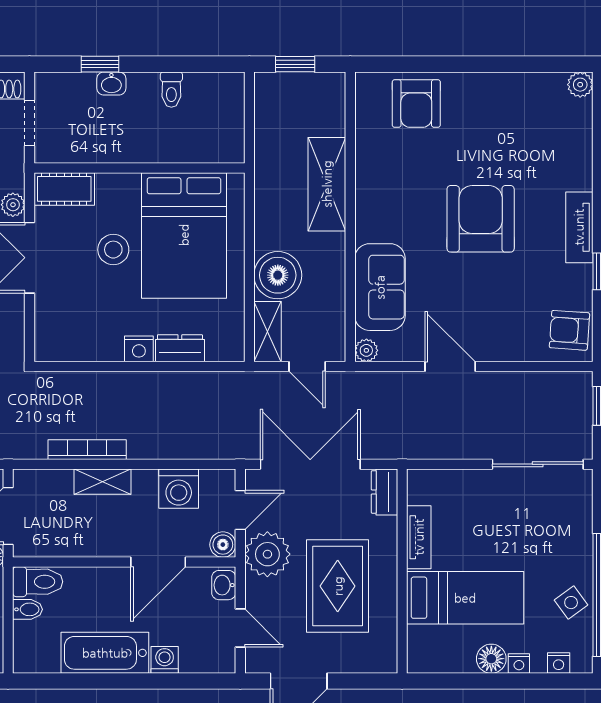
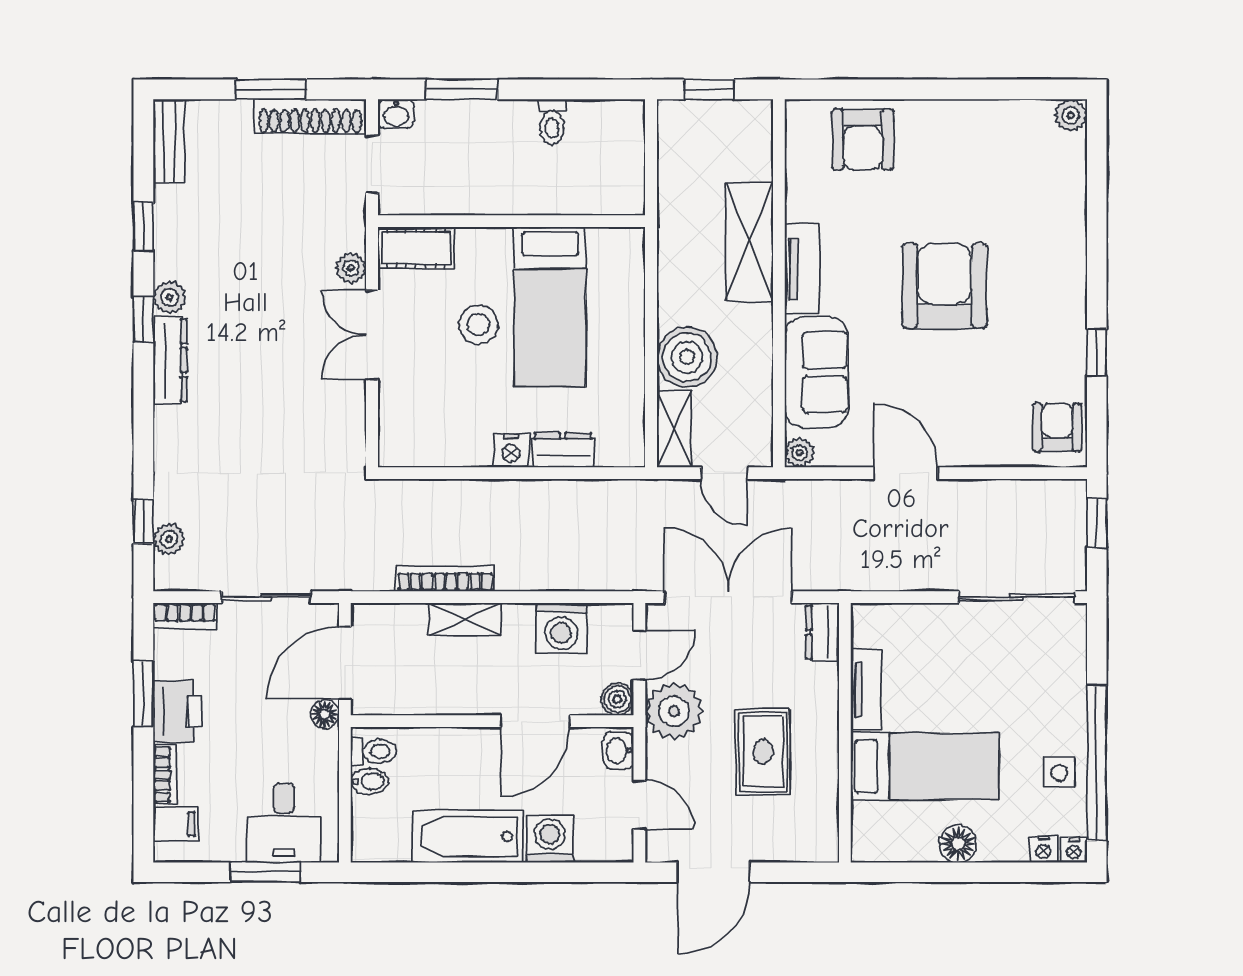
window: (100, 64) -> (461, 89), width x1.50
washbasin: (111, 83) -> (396, 114), moved
tv unit: (579, 227) -> (802, 269), moved, turned 180
bed: (184, 235) -> (550, 307), width x0.67
armchair: (569, 330) -> (1057, 427), turned 86
toilet: (38, 582) -> (373, 751), width x0.73, depth x0.72
rug: (338, 586) -> (763, 752), width x0.73, depth x0.70
side table: (571, 603) -> (1059, 773), turned 36
washing machine: (165, 660) -> (550, 839), width x1.38, depth x1.38
nightstand: (519, 664) -> (1074, 850), moved

